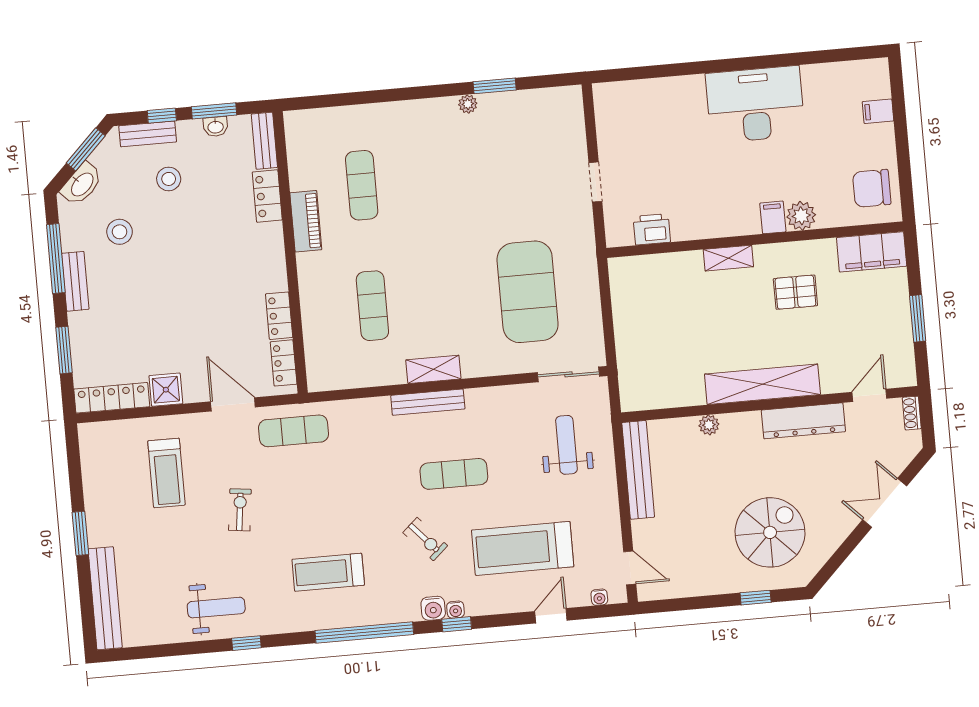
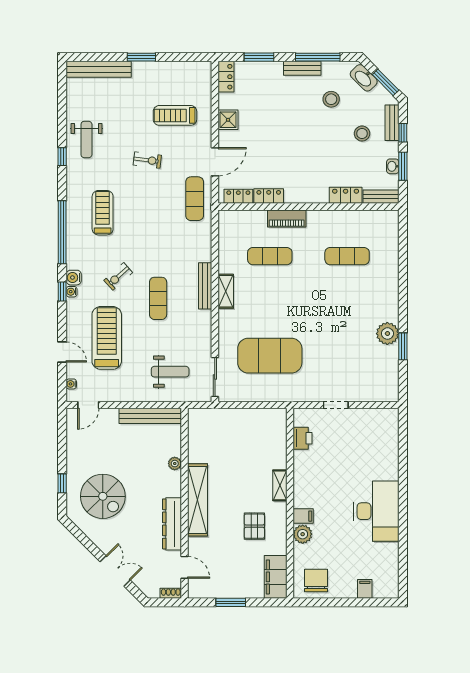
plant: (468, 104) -> (387, 334), width x1.87, depth x1.87
piano: (306, 221) -> (287, 218), moved
locker: (112, 398) -> (226, 77), width x0.66

